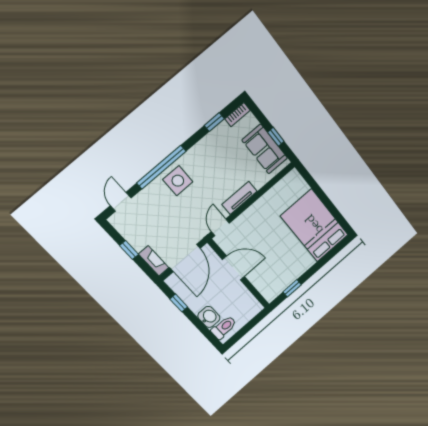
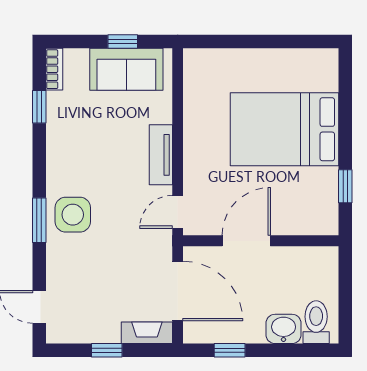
window: (161, 167) -> (39, 220), width x0.47
bed: (314, 225) -> (285, 129), moved
door: (220, 227) -> (178, 212), hinge flipped

